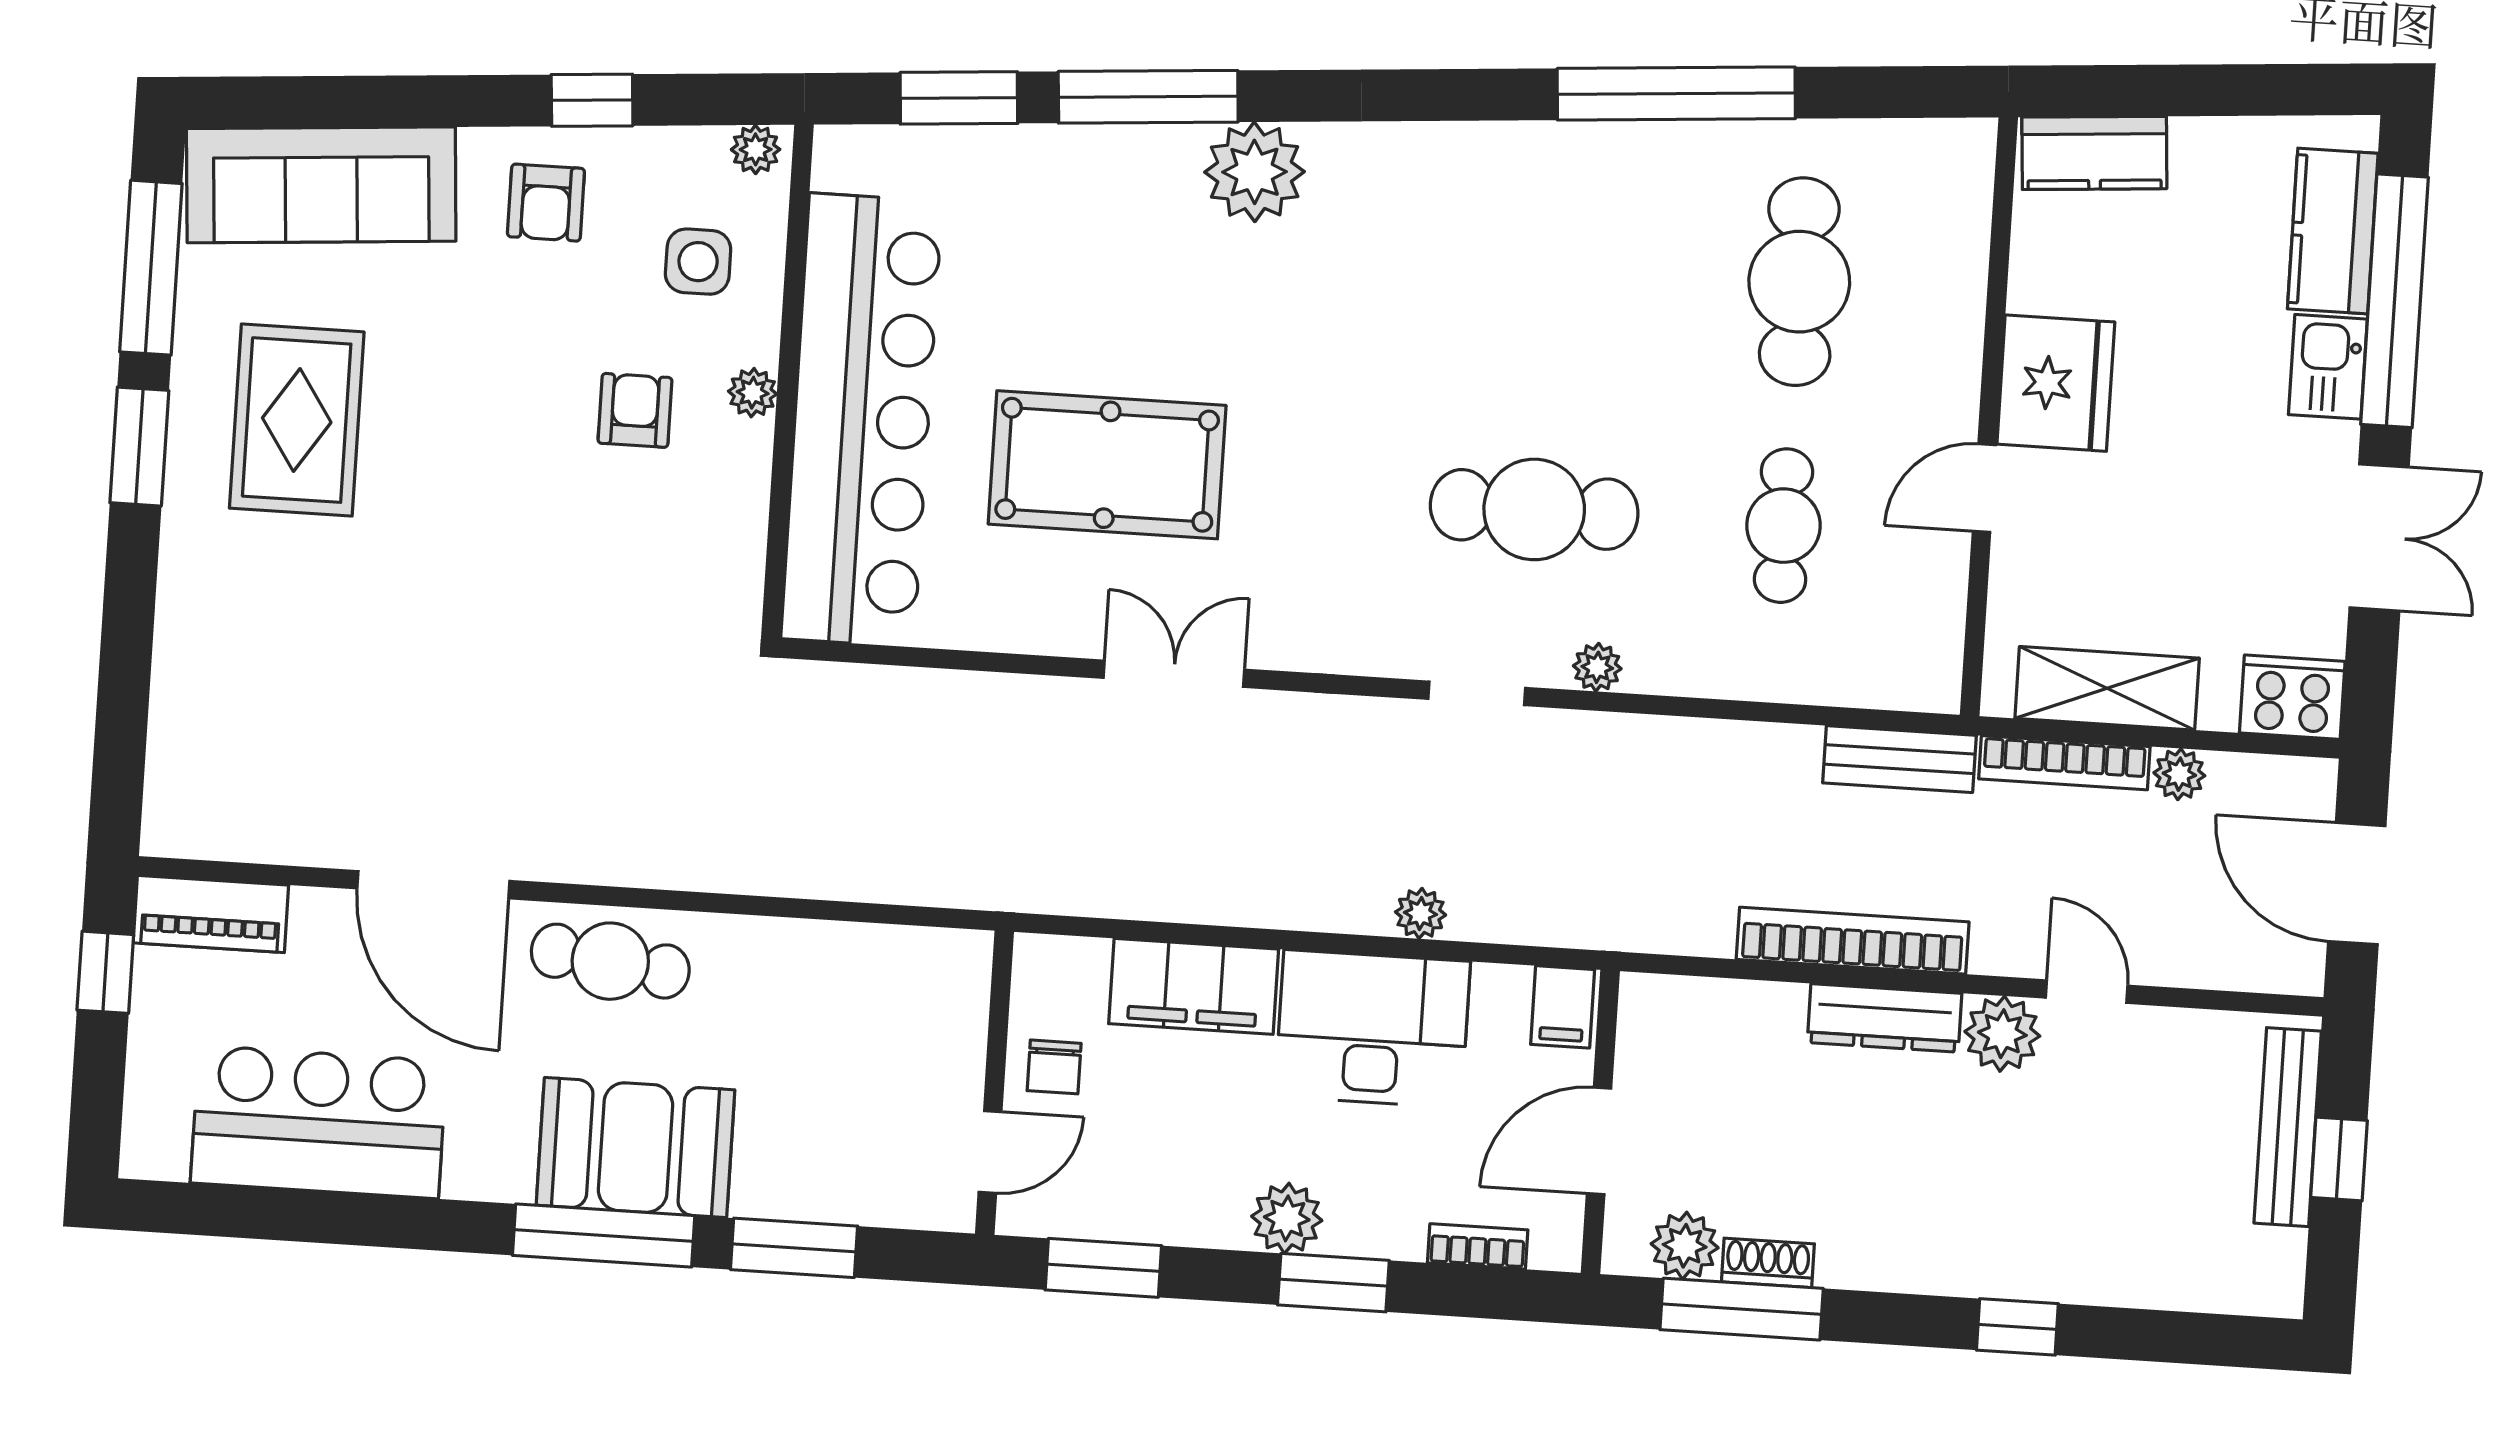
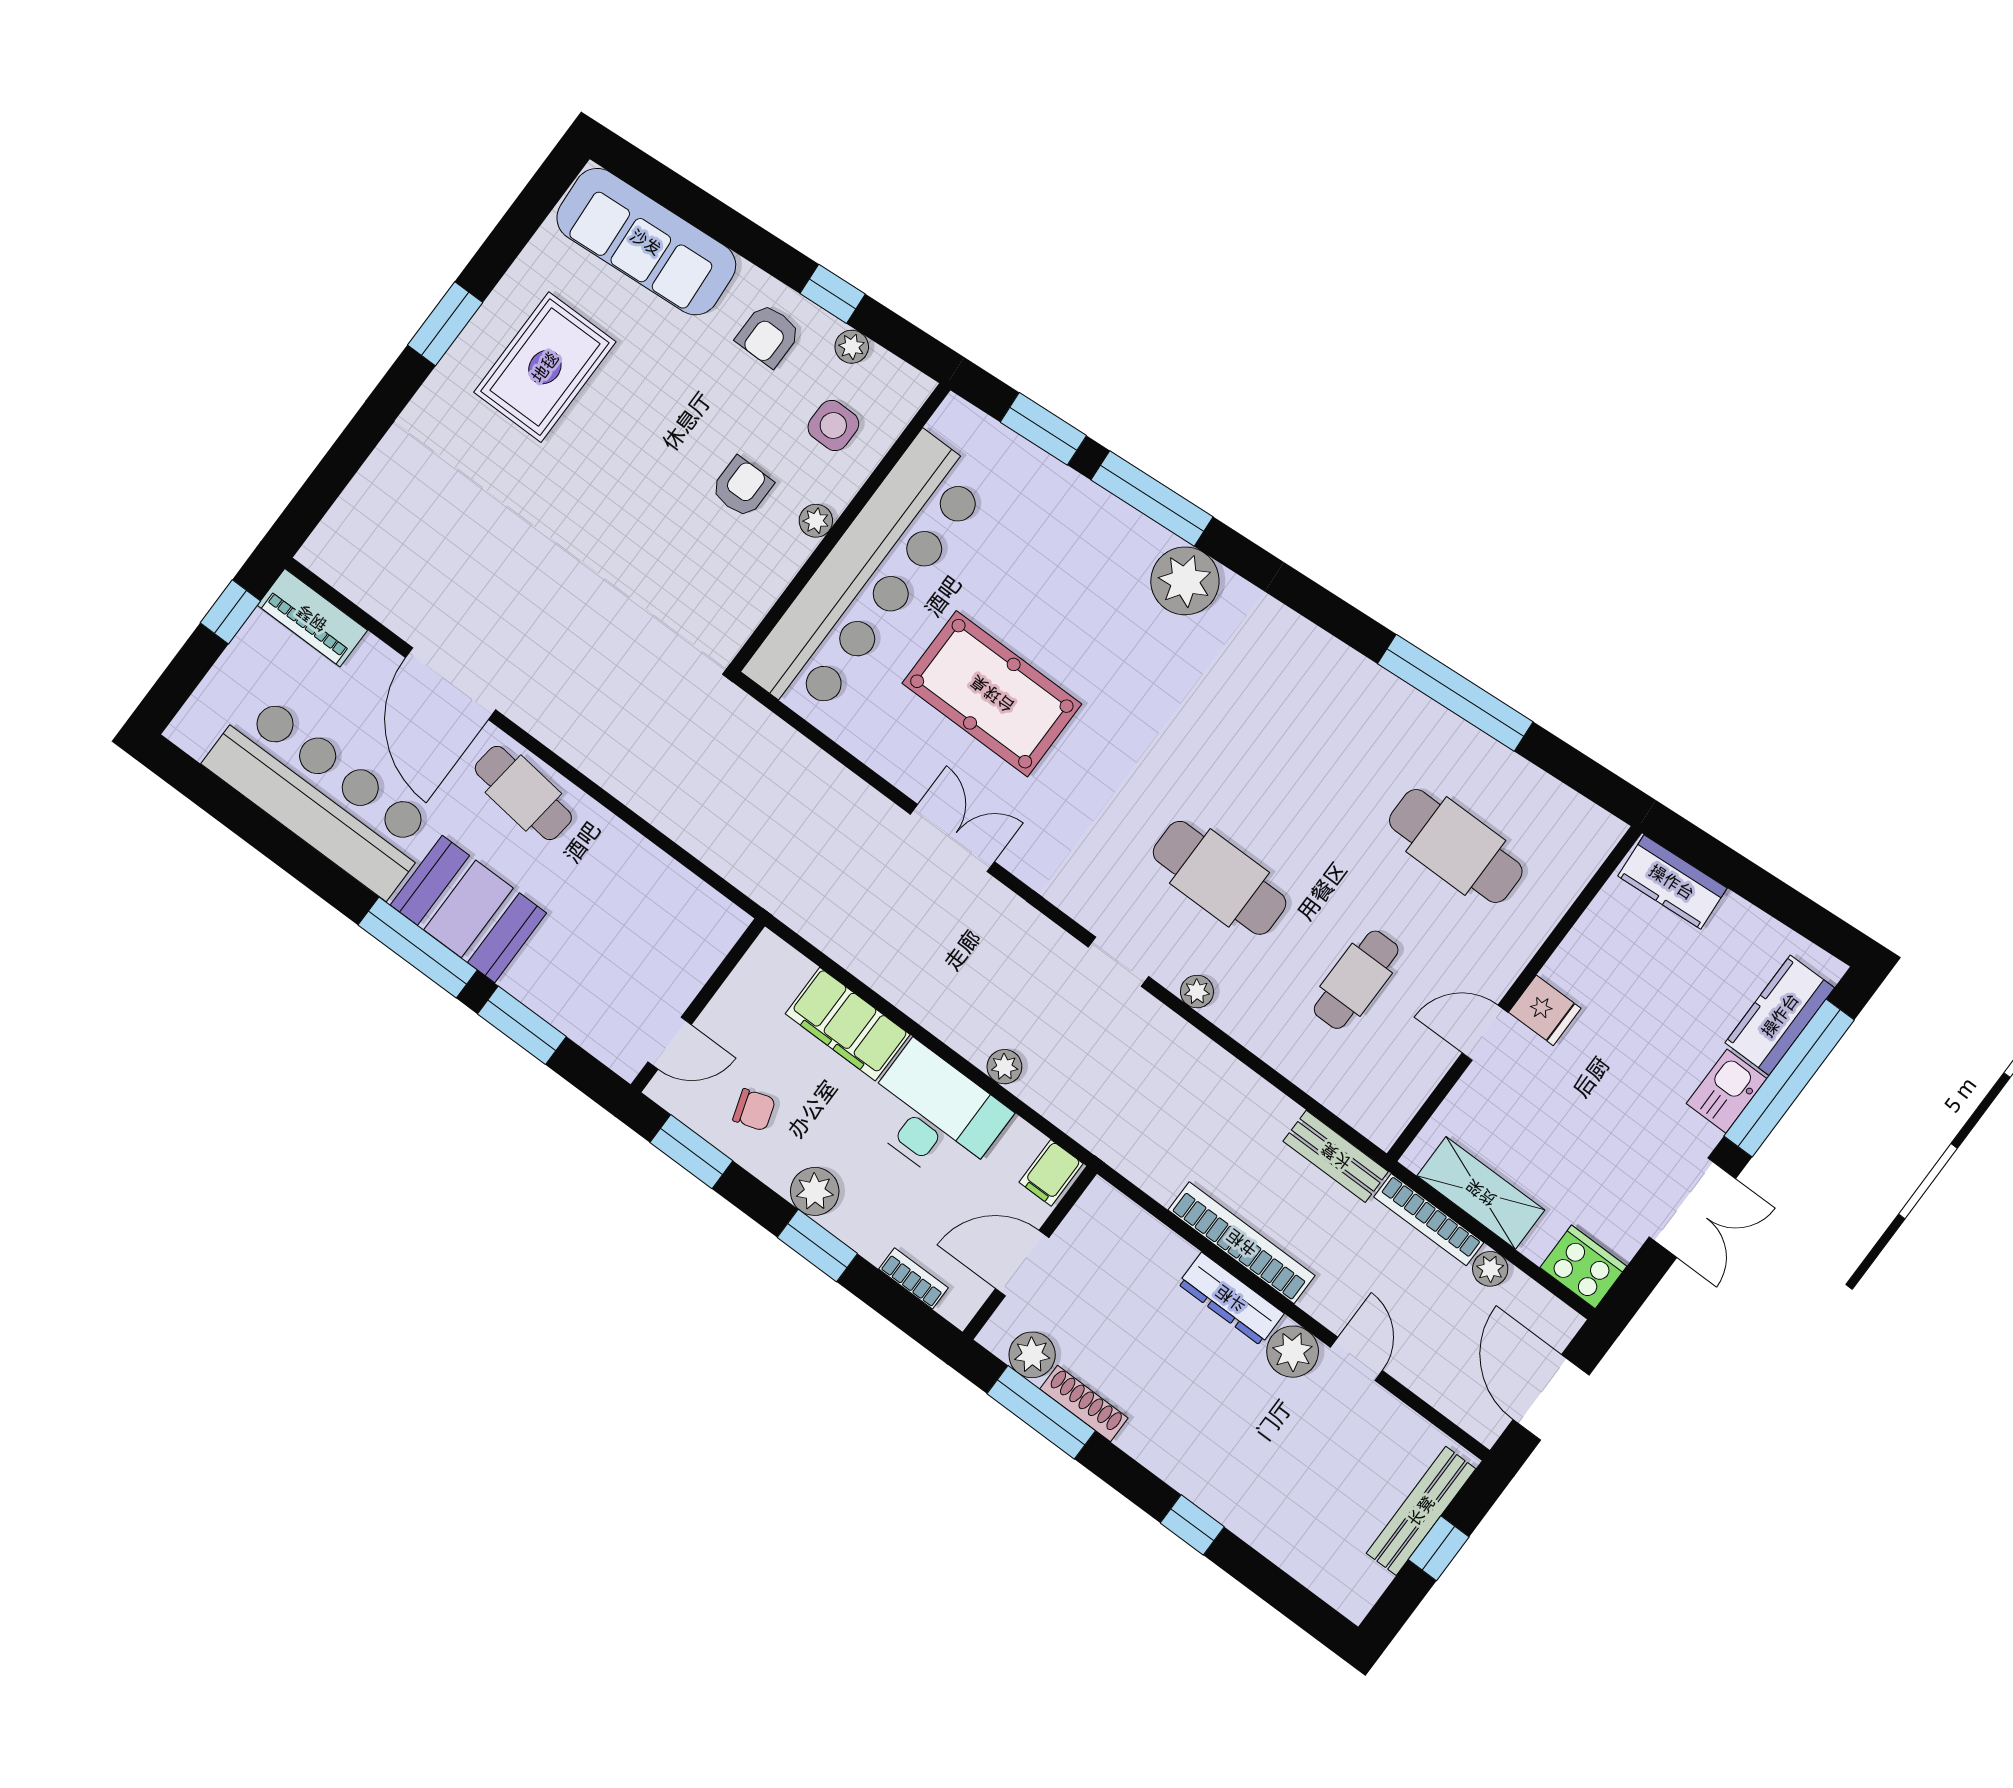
plant: (756, 149) -> (852, 347), moved
window: (151, 268) -> (518, 226), removed
cafe table: (1799, 282) -> (1456, 846), turned 90
fridge: (2056, 383) -> (1545, 1010), width x0.53, depth x0.75
chair: (1054, 1067) -> (754, 1110), moved, turned -108
bar counter: (319, 1122) -> (322, 795), width x1.36
shoe rack: (1768, 1263) -> (1084, 1403), width x1.43

